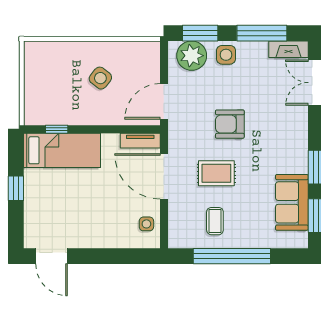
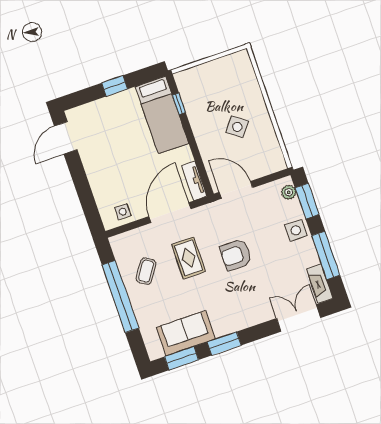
plant: (192, 56) -> (289, 192), width x0.53, depth x0.53
armchair: (230, 124) -> (236, 255), turned -90
coffee table: (215, 221) -> (146, 271), turned -56

